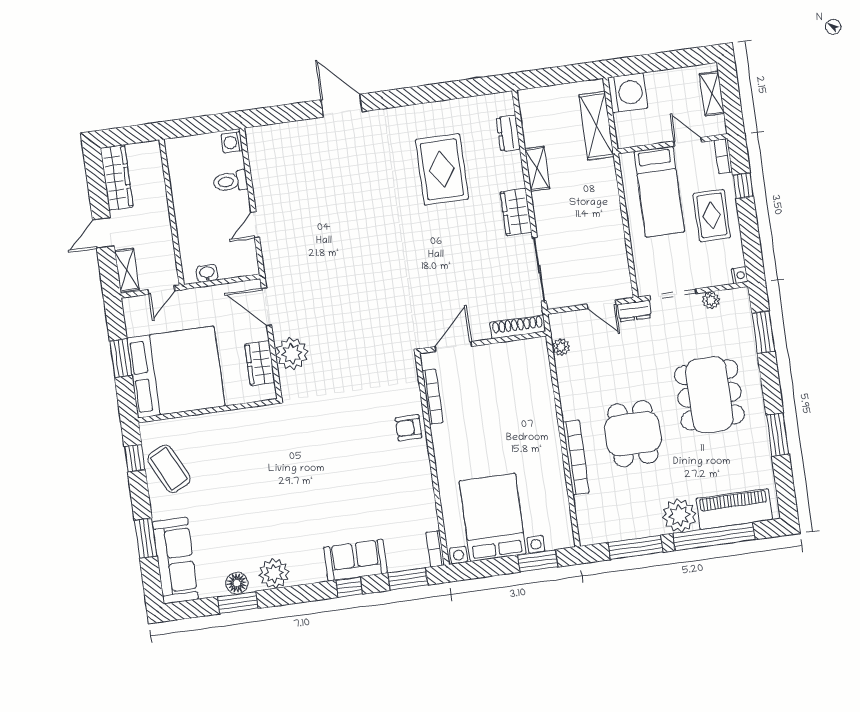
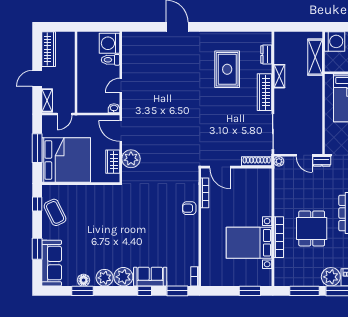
washing machine: (232, 142) -> (110, 43), width x1.89, depth x1.89
wardrobe: (516, 212) -> (264, 92), width x1.50
washbasin: (207, 273) -> (114, 108), moved
door: (453, 346) -> (220, 167), swing flipped
plant: (561, 347) -> (279, 161), moved
window: (121, 358) -> (37, 148), width x1.44
bed with nightstands: (493, 517) -> (249, 243), moved, turned -90
plant: (307, 567) -> (123, 277), added

